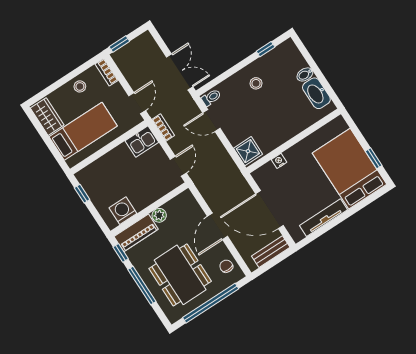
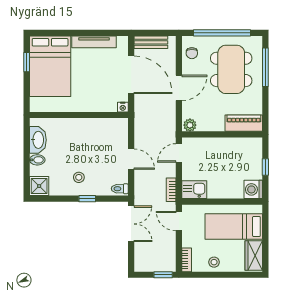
window: (266, 49) -> (87, 199), moved
double door: (180, 72) -> (131, 224), swing flipped
door: (137, 103) -> (179, 221), hinge flipped
door: (211, 121) -> (131, 159), moved
shower: (248, 151) -> (39, 186), moved
nightstand: (279, 161) -> (123, 107), moved
window: (82, 194) -> (265, 167), moved
washing machine: (123, 211) -> (253, 189), moved, turned 90
plant: (159, 215) -> (190, 125), moved
window: (121, 253) -> (265, 116), removed
window: (142, 285) -> (265, 67), moved

